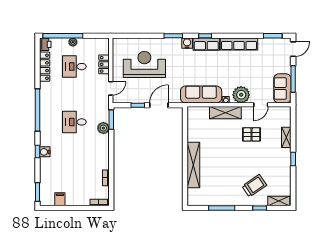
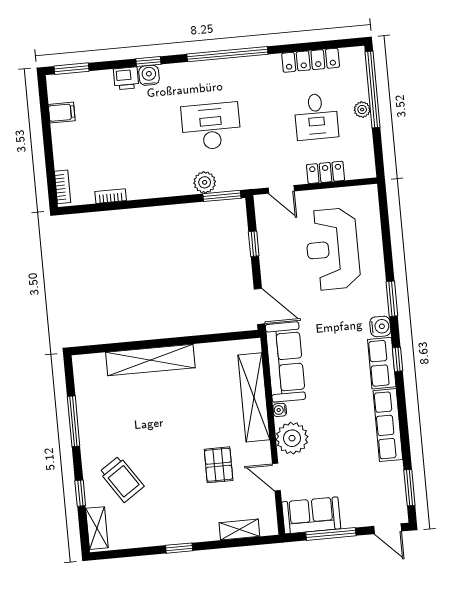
printer: (45, 44) -> (126, 78), moved
reception desk: (144, 64) -> (333, 249), turned 180
desk: (74, 67) -> (316, 117), turned 180
door: (159, 105) -> (259, 306), moved
shelving: (225, 113) -> (254, 397), width x1.47
desk: (74, 122) -> (211, 126), width x1.37
shelving: (286, 137) -> (239, 530), moved

